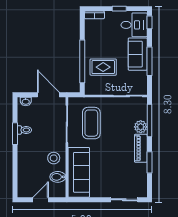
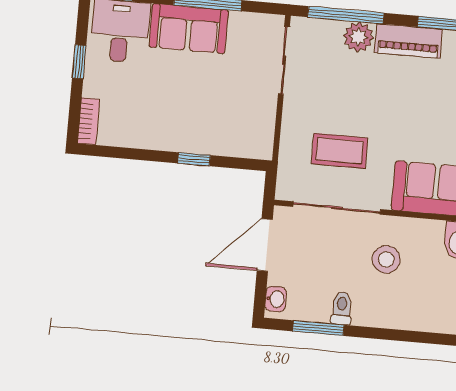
window: (82, 61) -> (194, 159), width x0.32
rug: (103, 67) -> (212, 112), removed
coffee table: (91, 123) -> (340, 151), width x0.73, depth x0.76
window: (15, 134) -> (318, 328), moved
stool: (54, 158) -> (386, 259), moved

